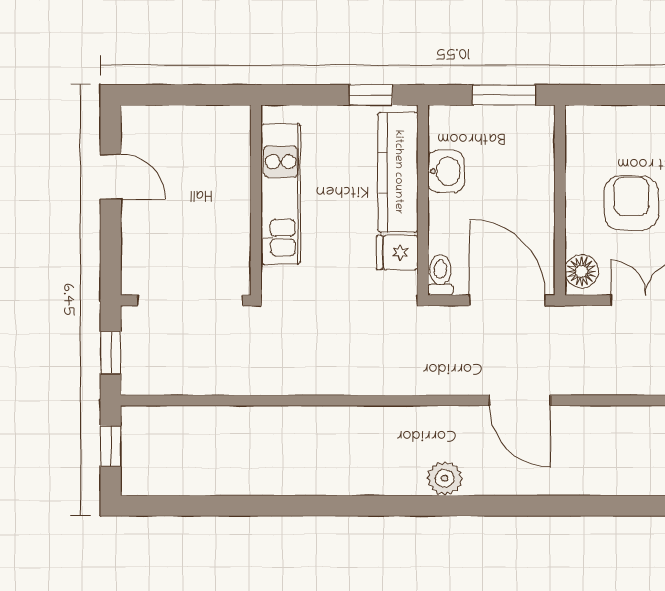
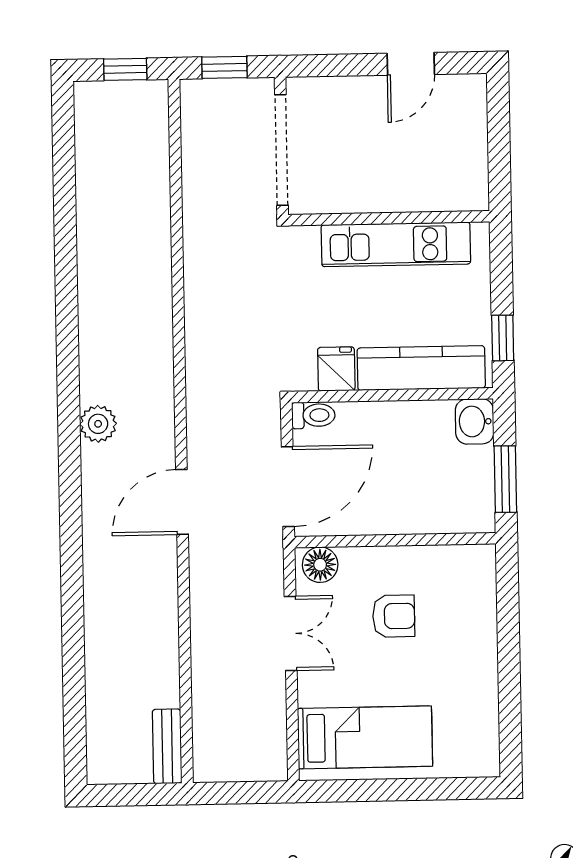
washbasin: (446, 171) -> (475, 421), moved, turned 90
armchair: (631, 203) -> (394, 616), width x0.72, depth x0.72

